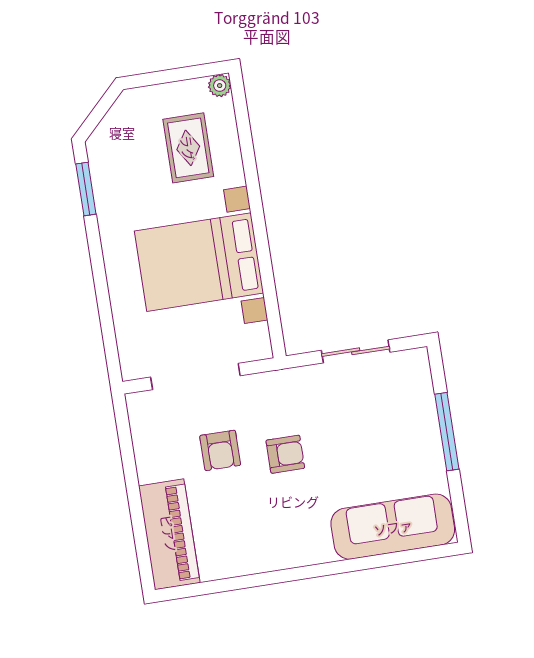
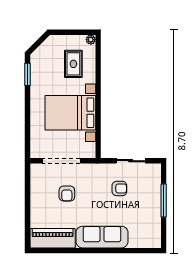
armchair: (285, 454) -> (119, 188), moved
sofa: (393, 527) -> (102, 237), moved
piano: (169, 534) -> (53, 238), moved, turned -90

